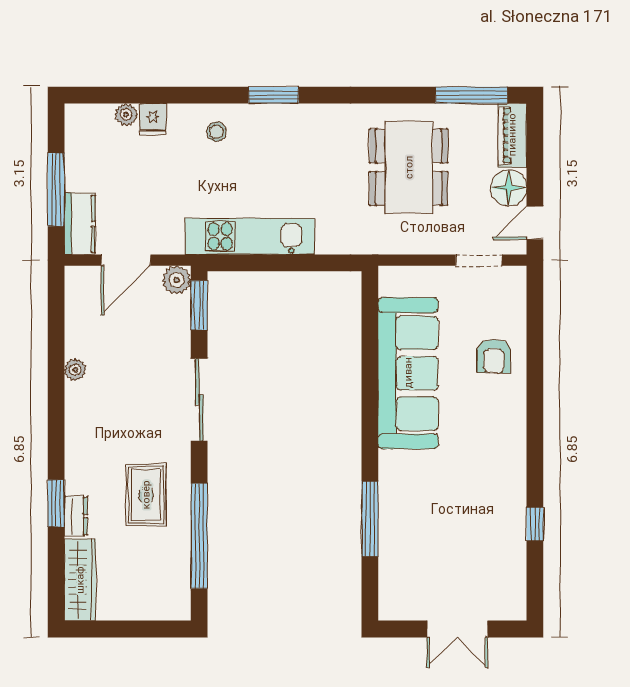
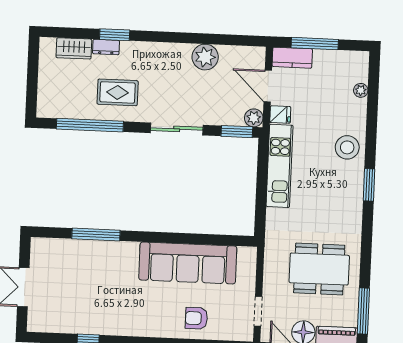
fridge: (153, 119) -> (280, 115), moved, turned 180
stool: (216, 132) -> (347, 147), width x1.89, depth x1.89
plant: (75, 370) -> (205, 57), width x1.88, depth x1.88
wardrobe: (80, 580) -> (74, 48), width x0.67

